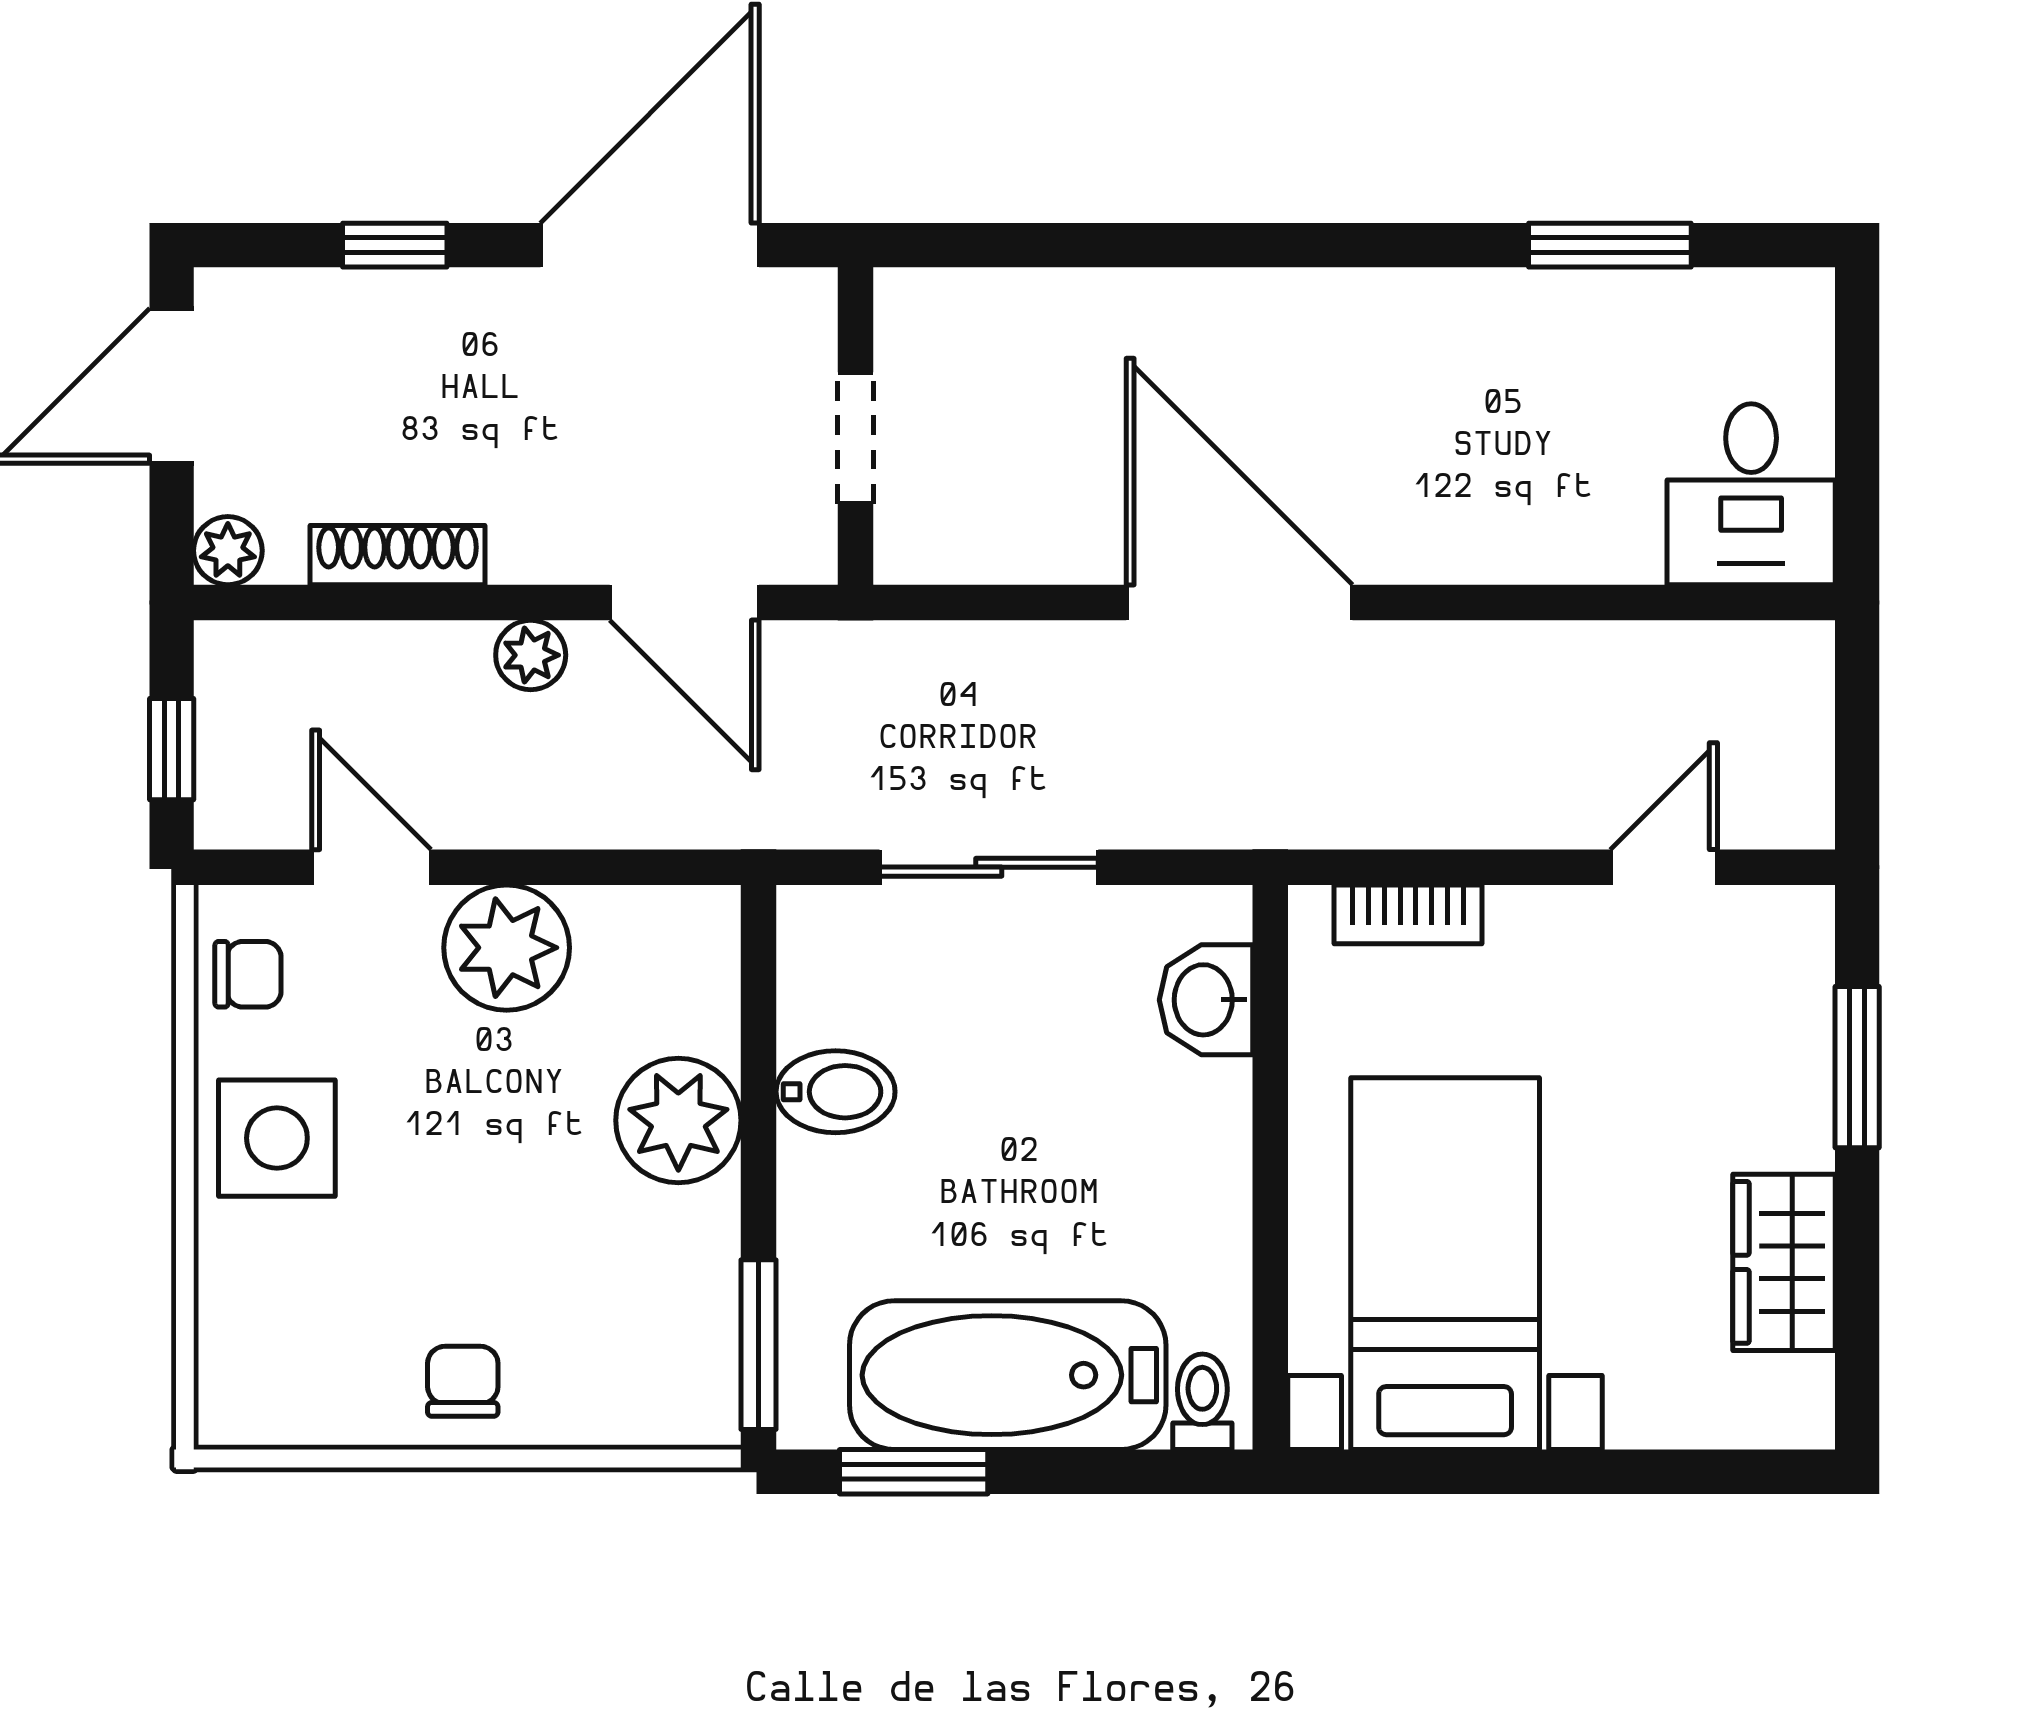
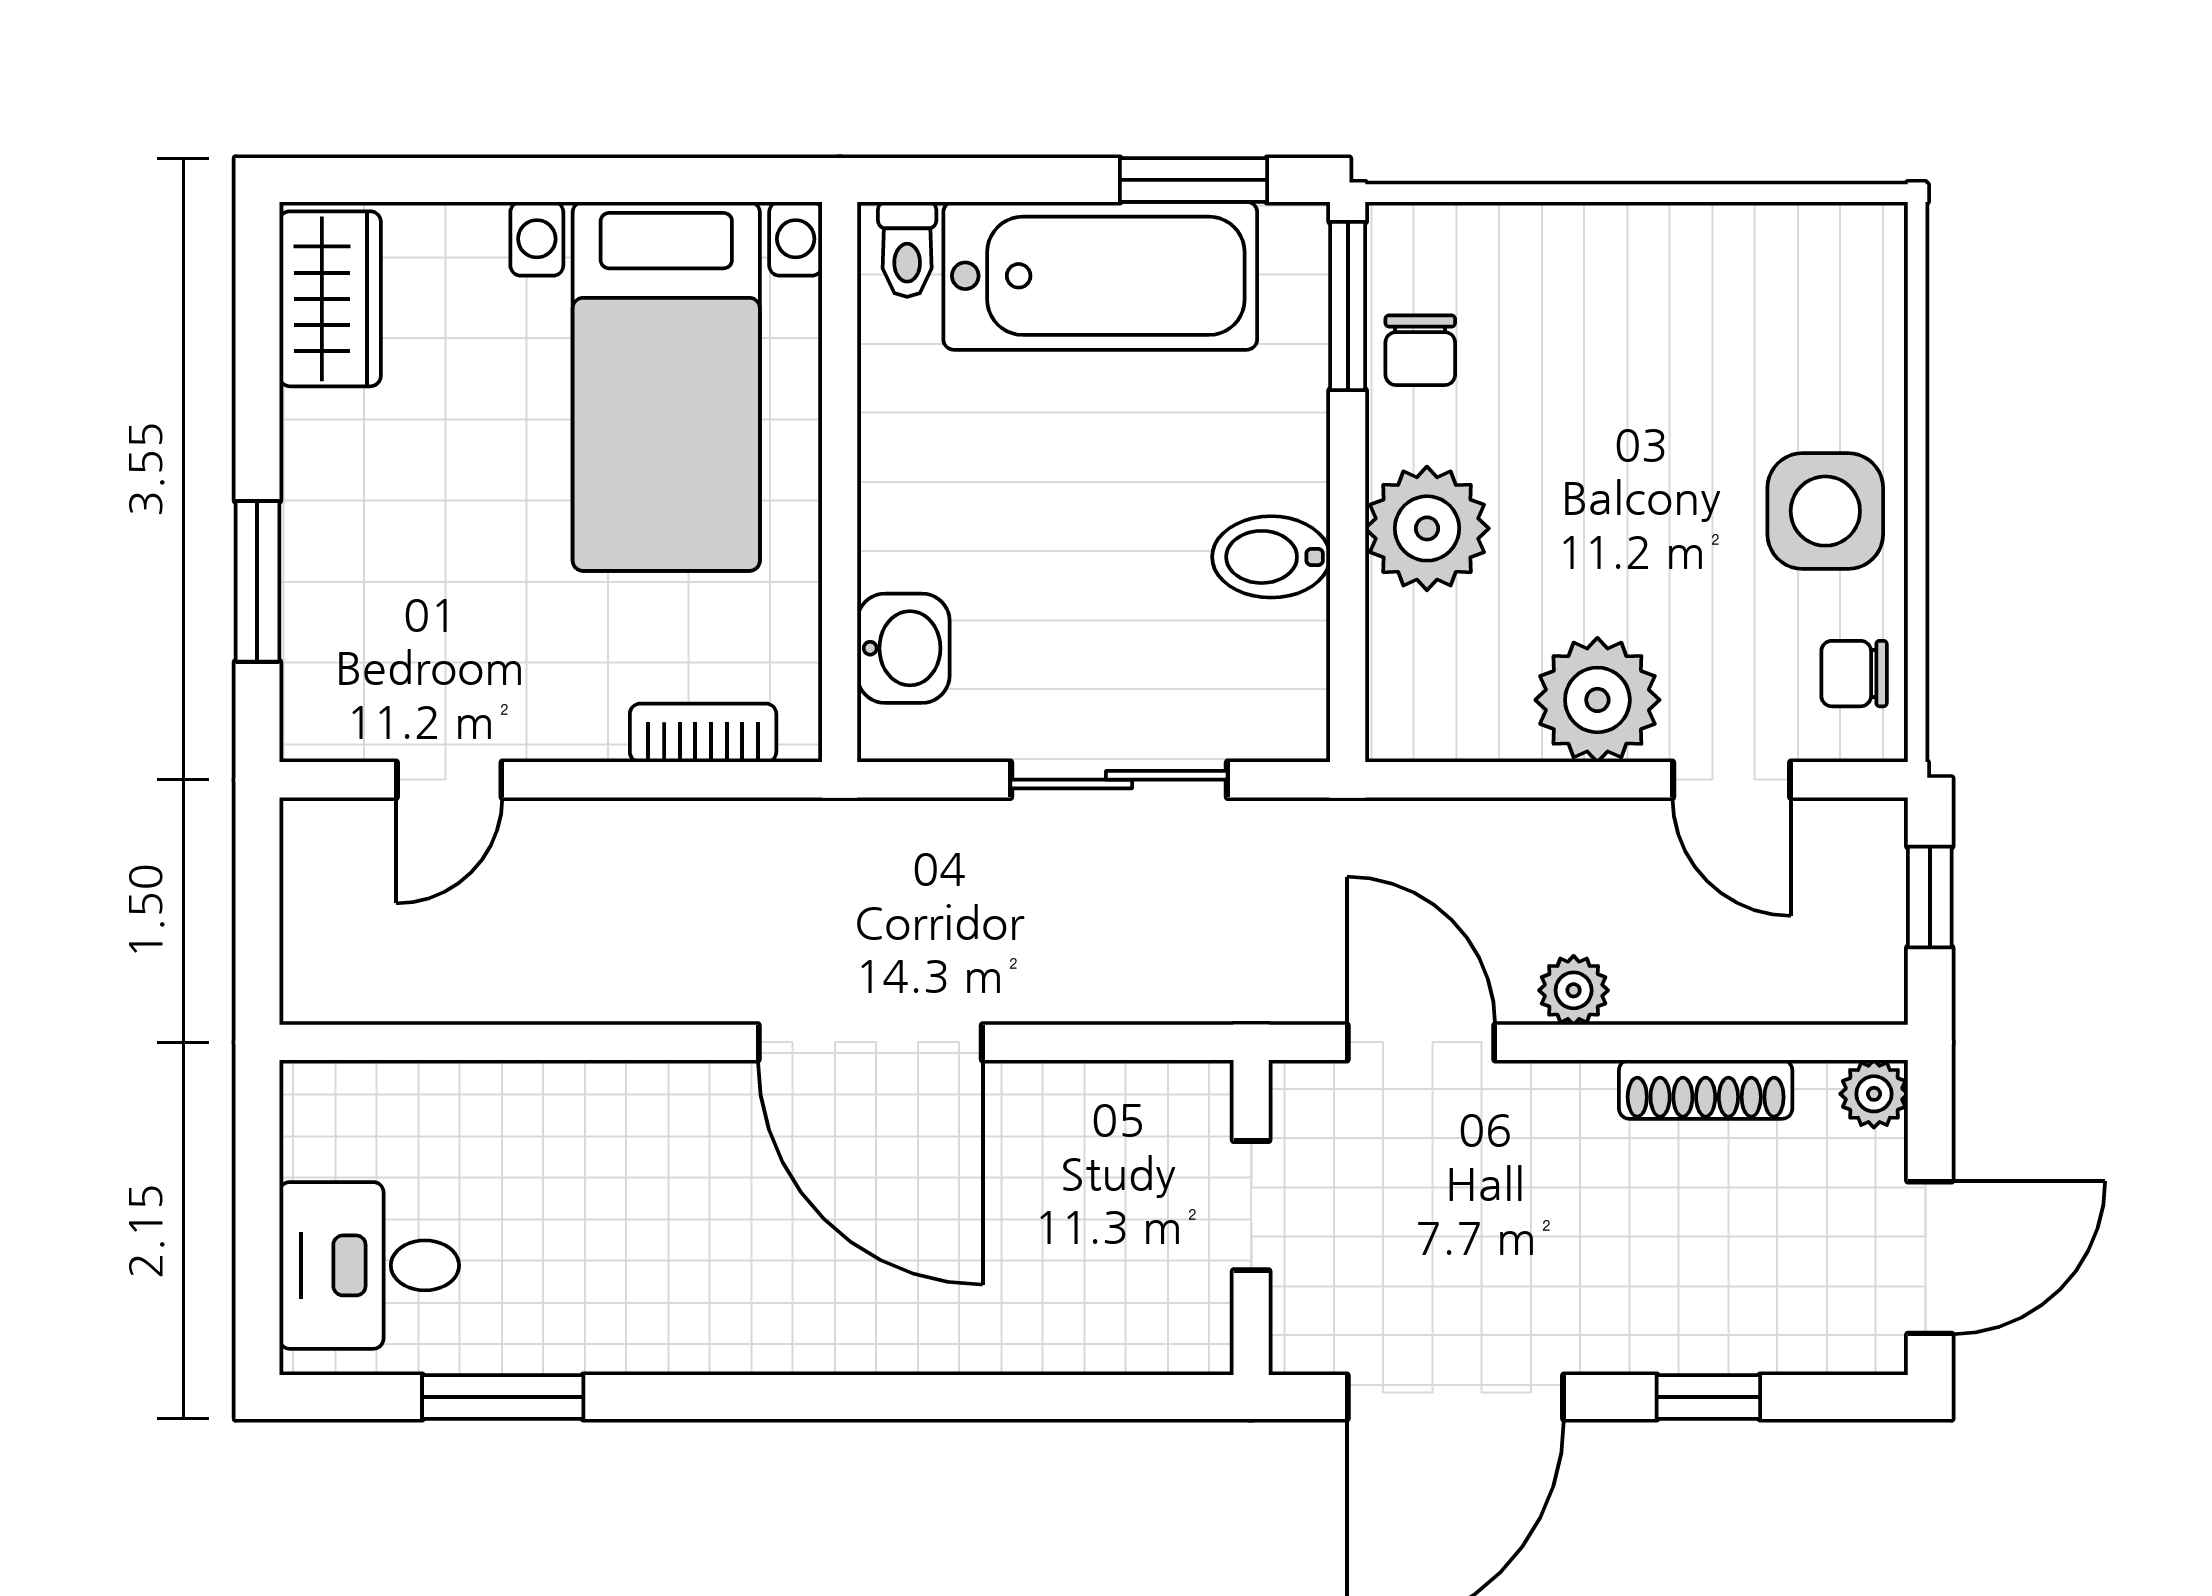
desk: (1751, 494) -> (369, 1265), moved, turned -90
wardrobe: (1784, 1262) -> (330, 299), moved
chair: (463, 1381) -> (1420, 350), moved

